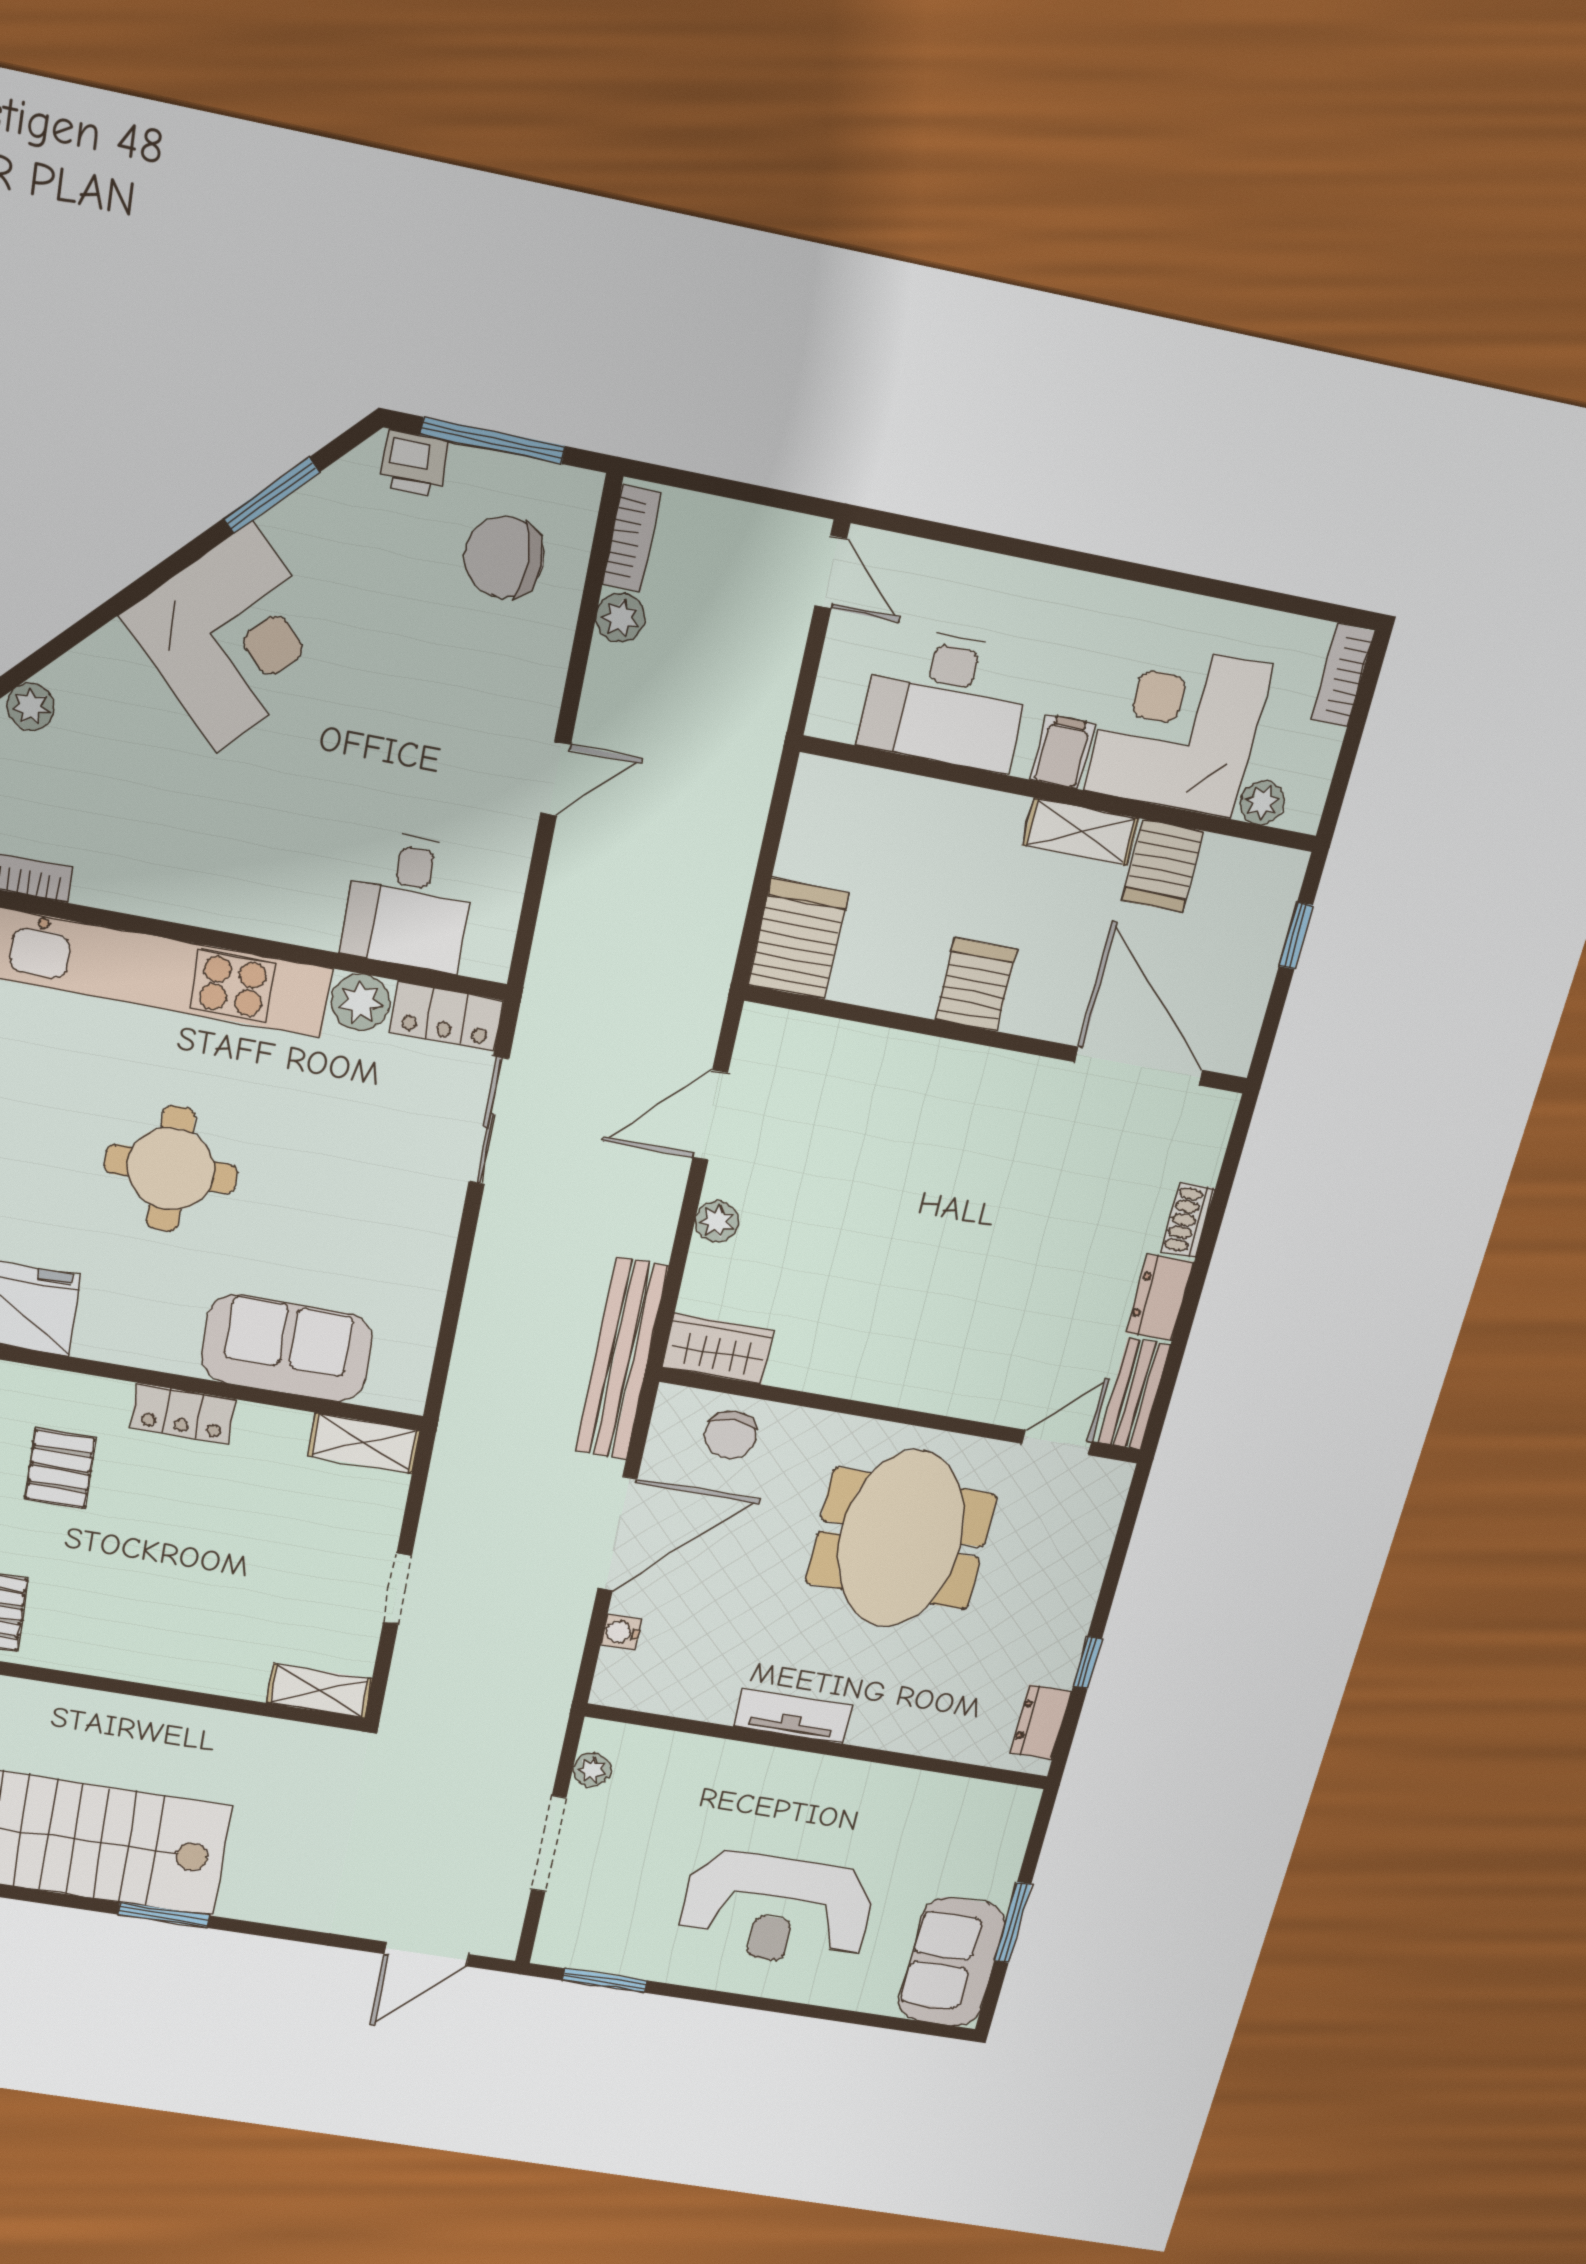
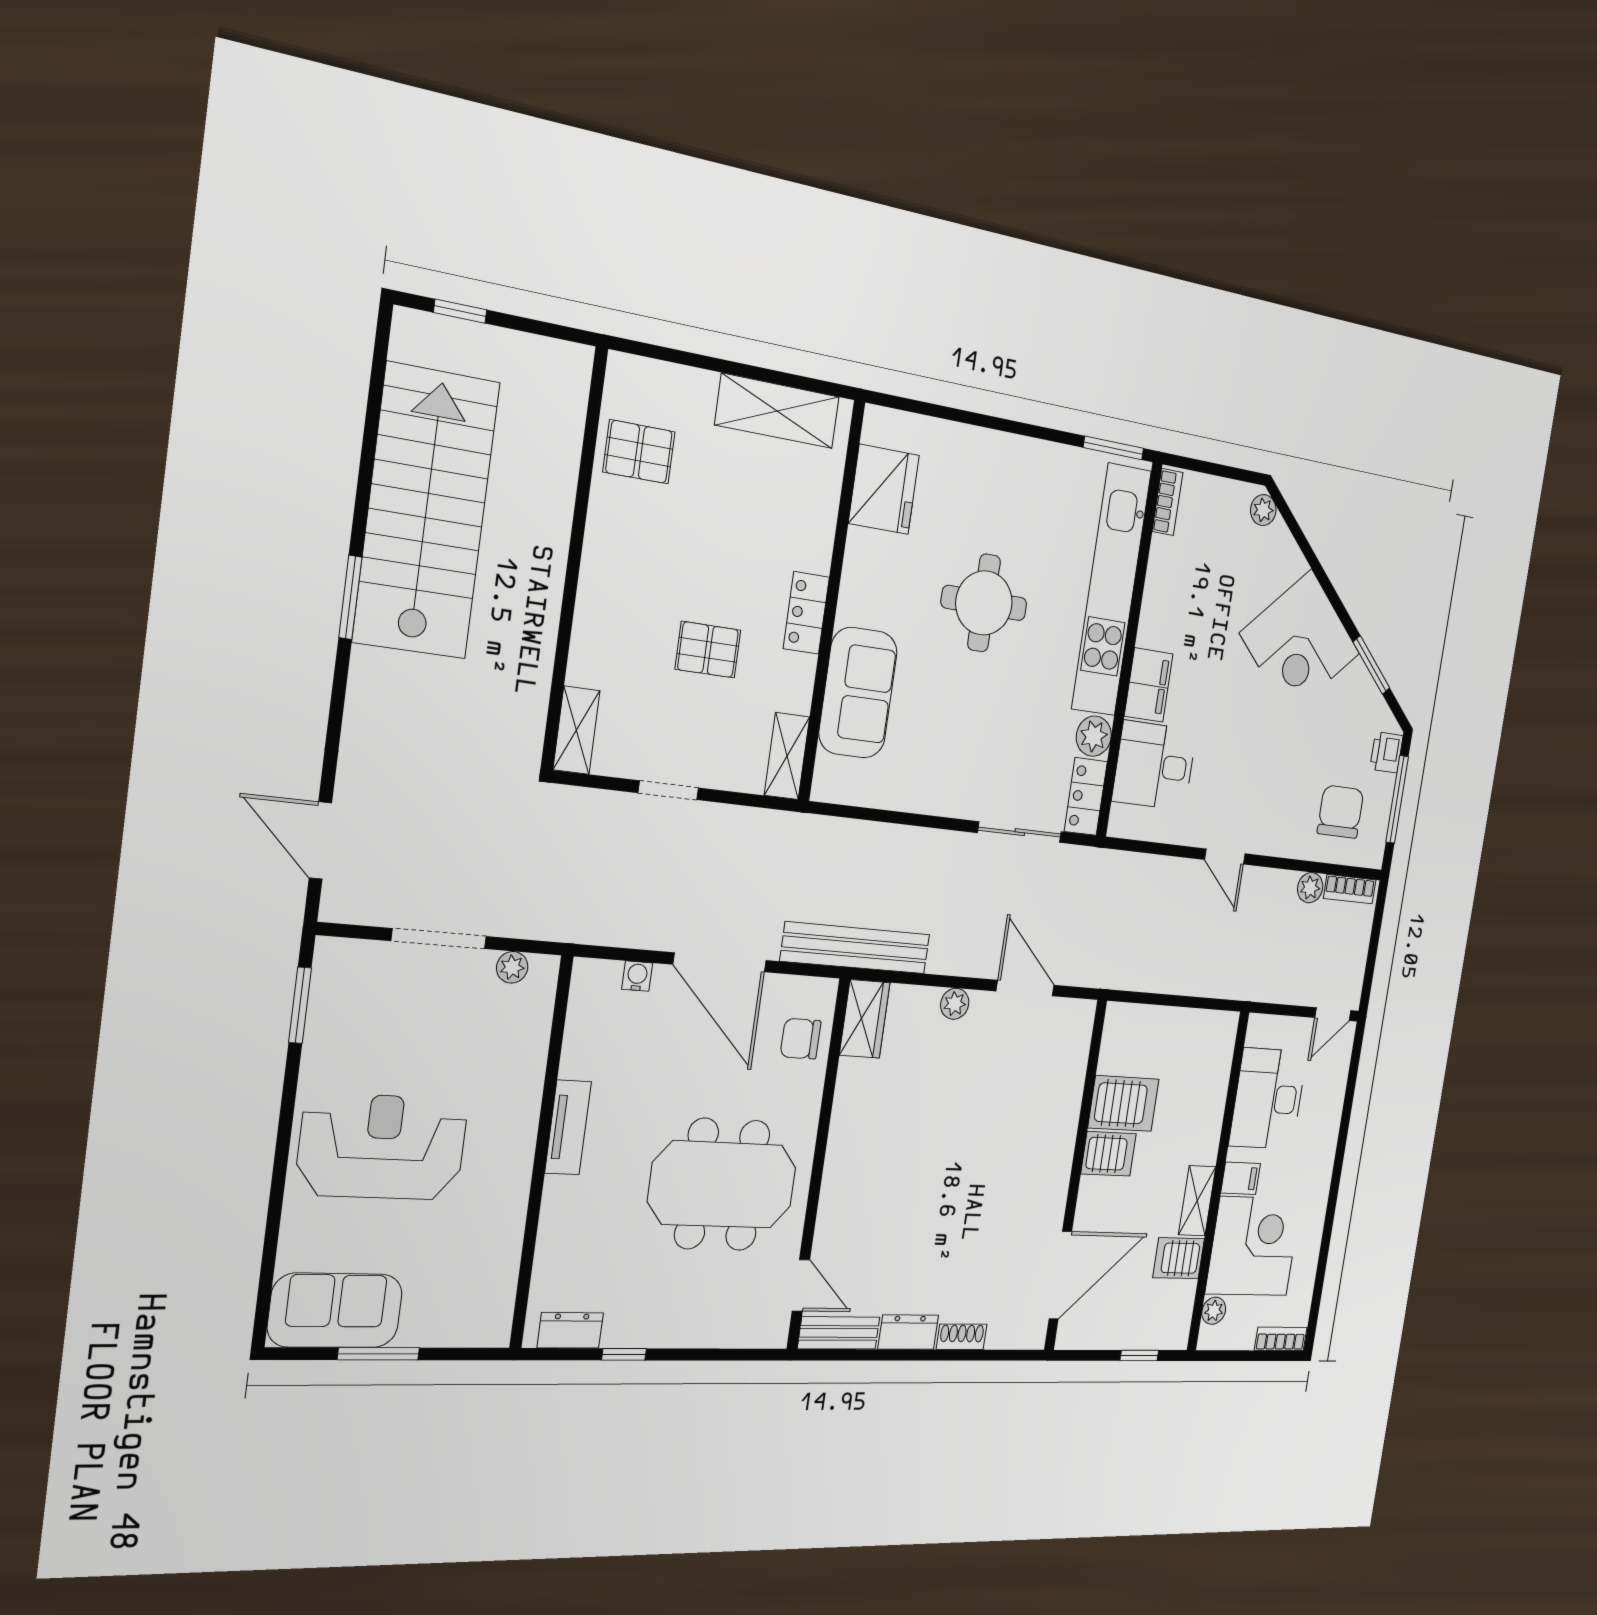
filing cabinet: (290, 911) -> (1149, 685), added
server rack: (798, 939) -> (1123, 1103), moved
pallet: (60, 1469) -> (708, 650), moved
reception desk: (776, 1909) -> (382, 1147), turned 90

